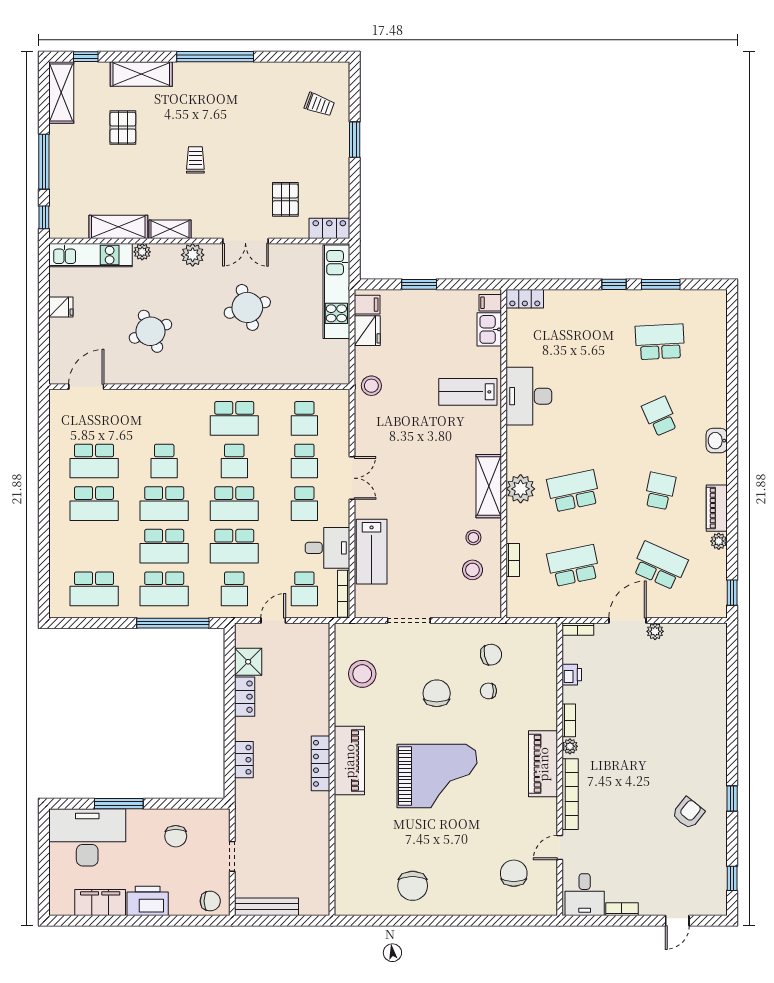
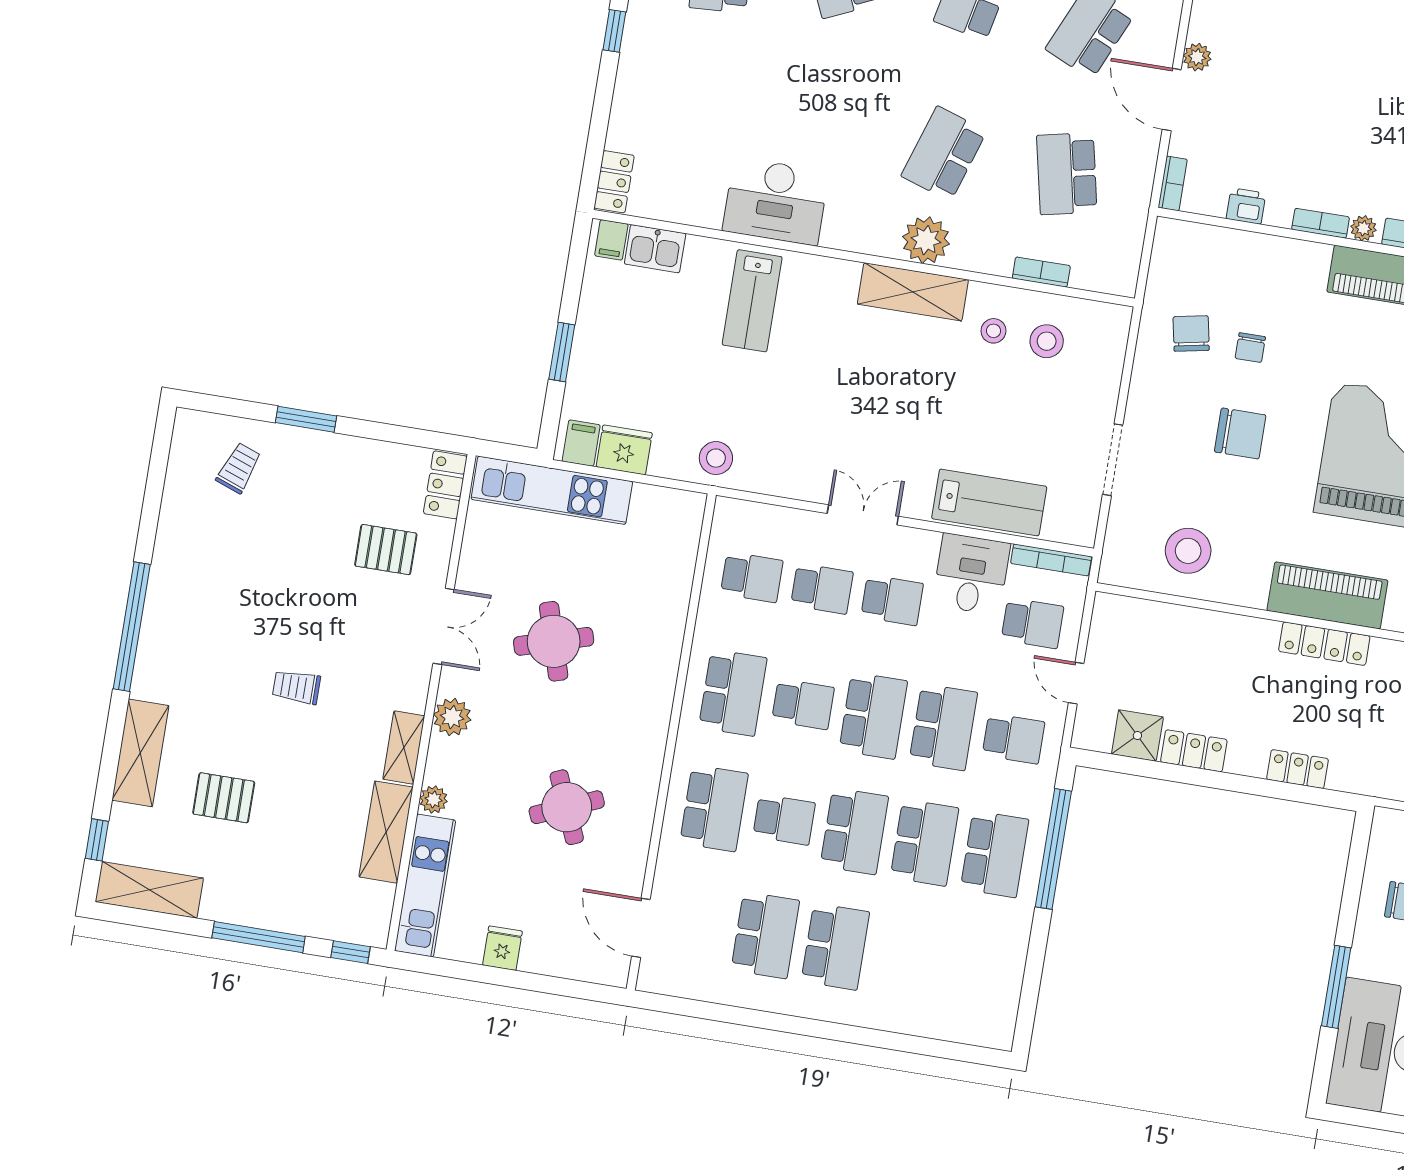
school desk: (573, 491) -> (944, 154), turned 30
school desk: (94, 589) -> (714, 808), moved
chair: (437, 693) -> (1240, 433), turned 180

